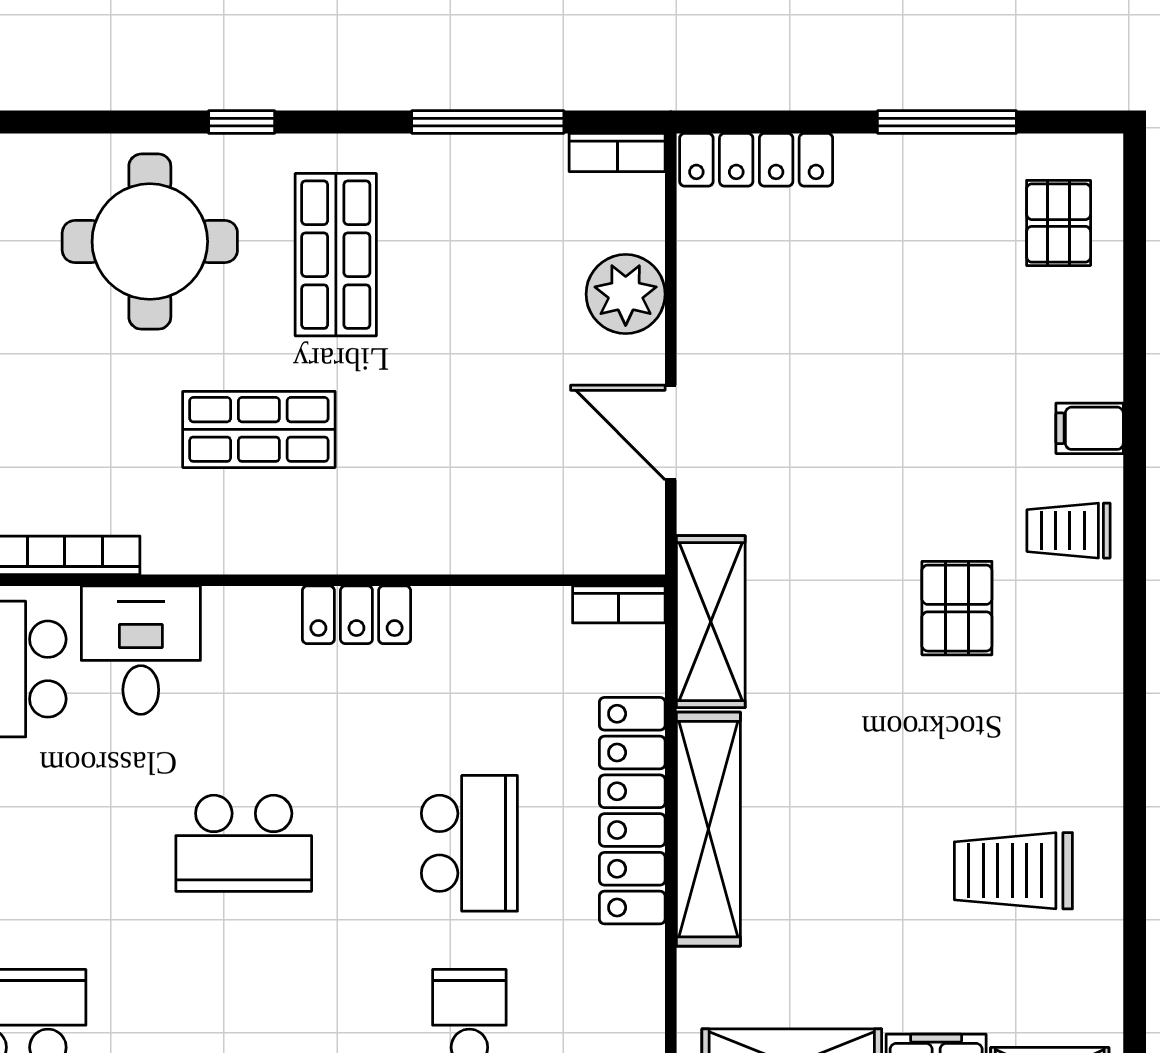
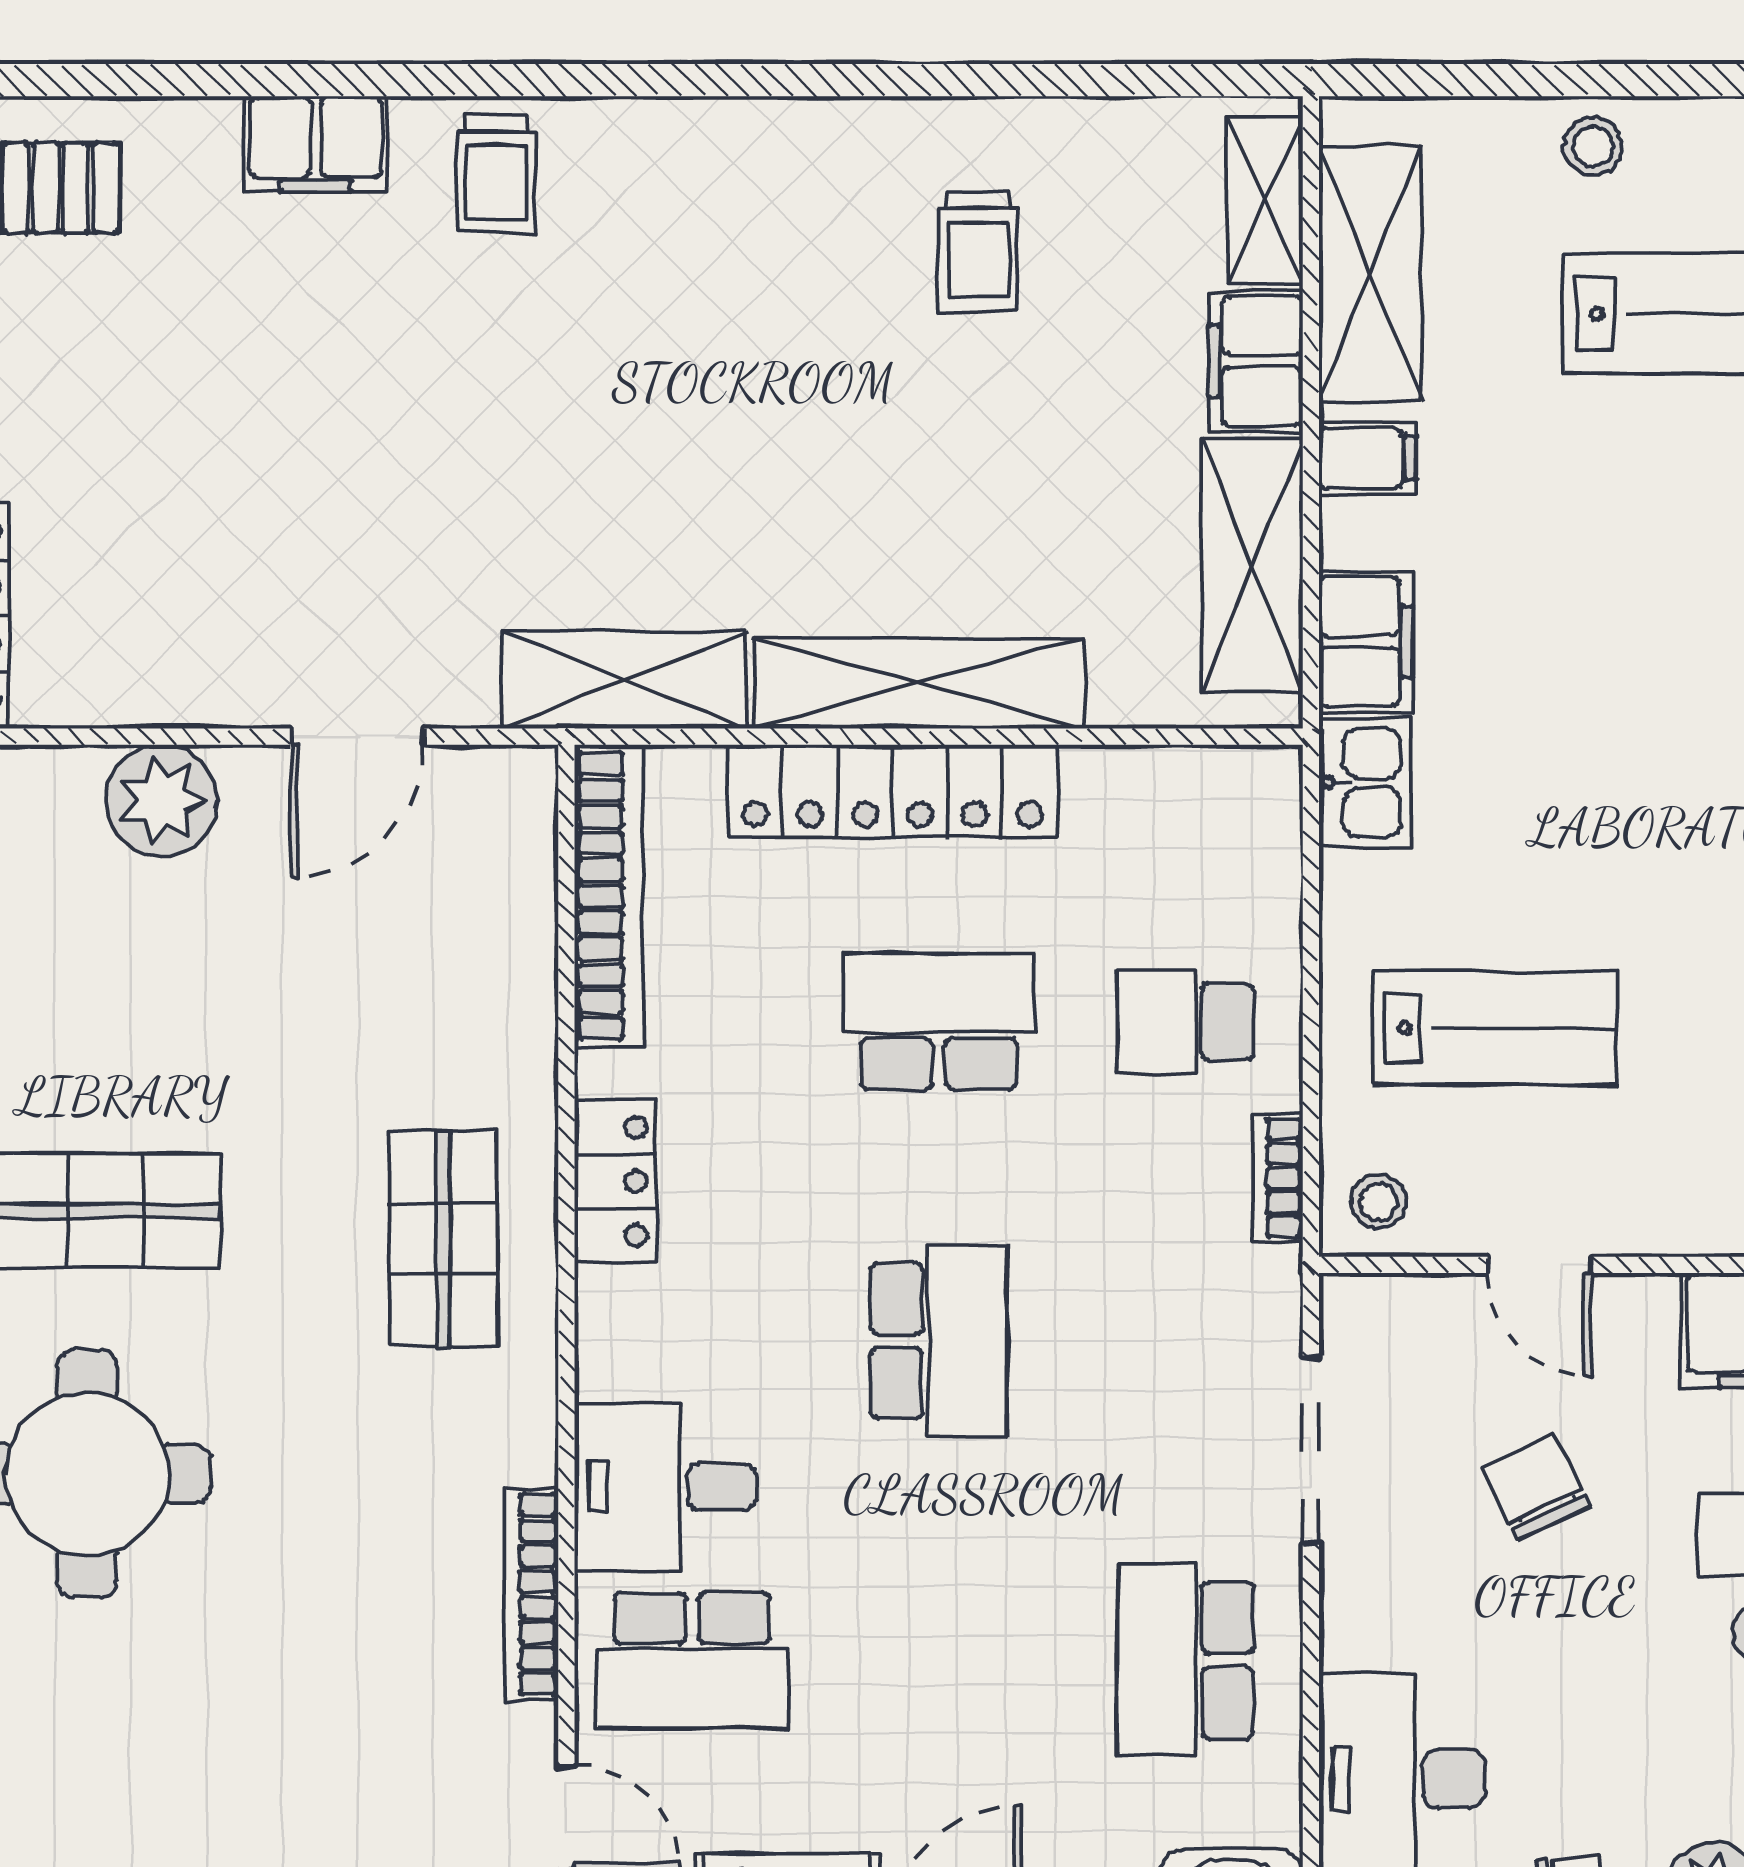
filing cabinet: (1090, 428) -> (316, 144), width x2.00
shop shelf: (259, 429) -> (443, 1239), moved
bookcase: (619, 604) -> (609, 896), width x2.31, depth x1.31
pallet: (957, 608) -> (606, 332), removed
trolley: (1013, 871) -> (978, 252), width x0.73, depth x0.72

